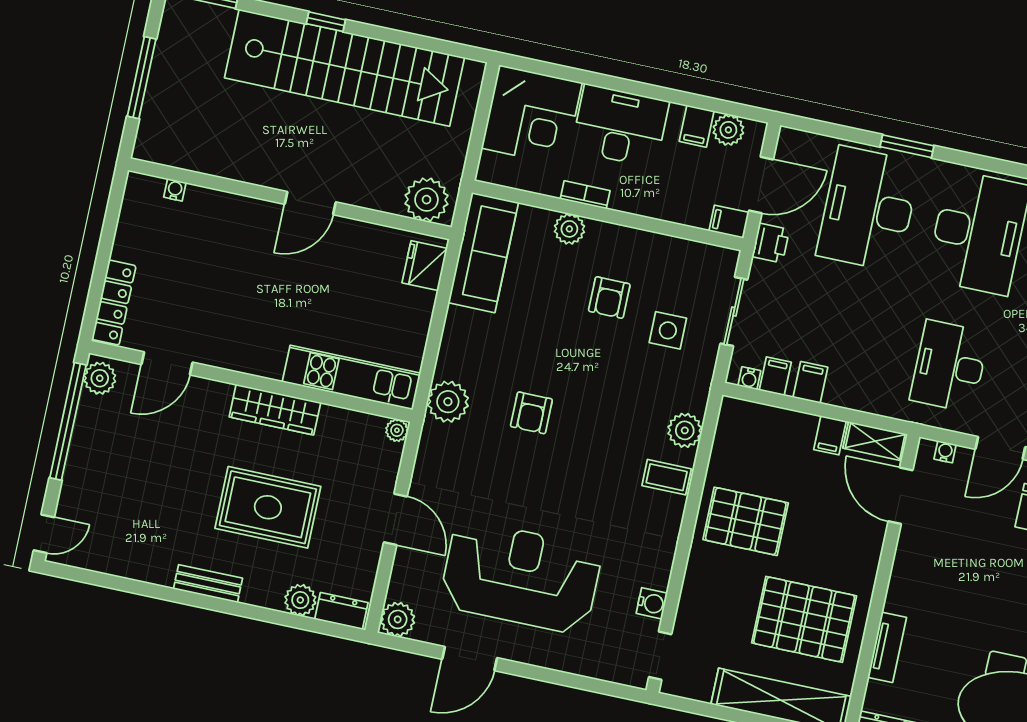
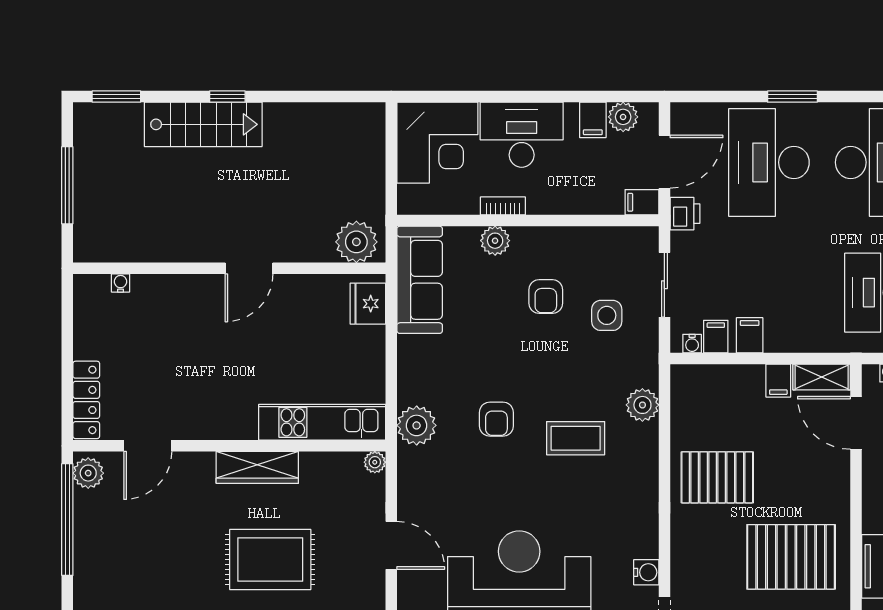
stairs: (344, 68) -> (203, 124), width x0.54, depth x0.66
coffee table: (667, 477) -> (576, 438), moved, width x1.36, depth x1.30

